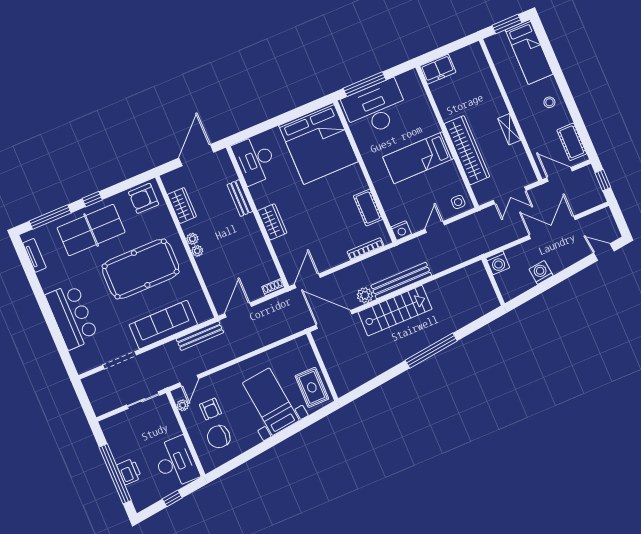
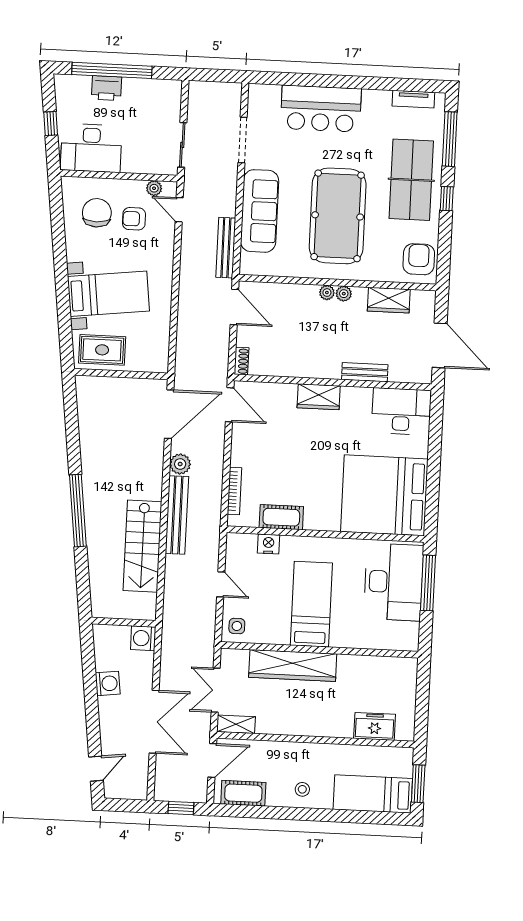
freezer: (438, 69) -> (375, 726), moved, turned 90
shelving: (509, 129) -> (236, 724), moved
nightstand: (401, 231) -> (268, 544), moved, turned 90
stairs: (395, 311) -> (143, 546), moved

